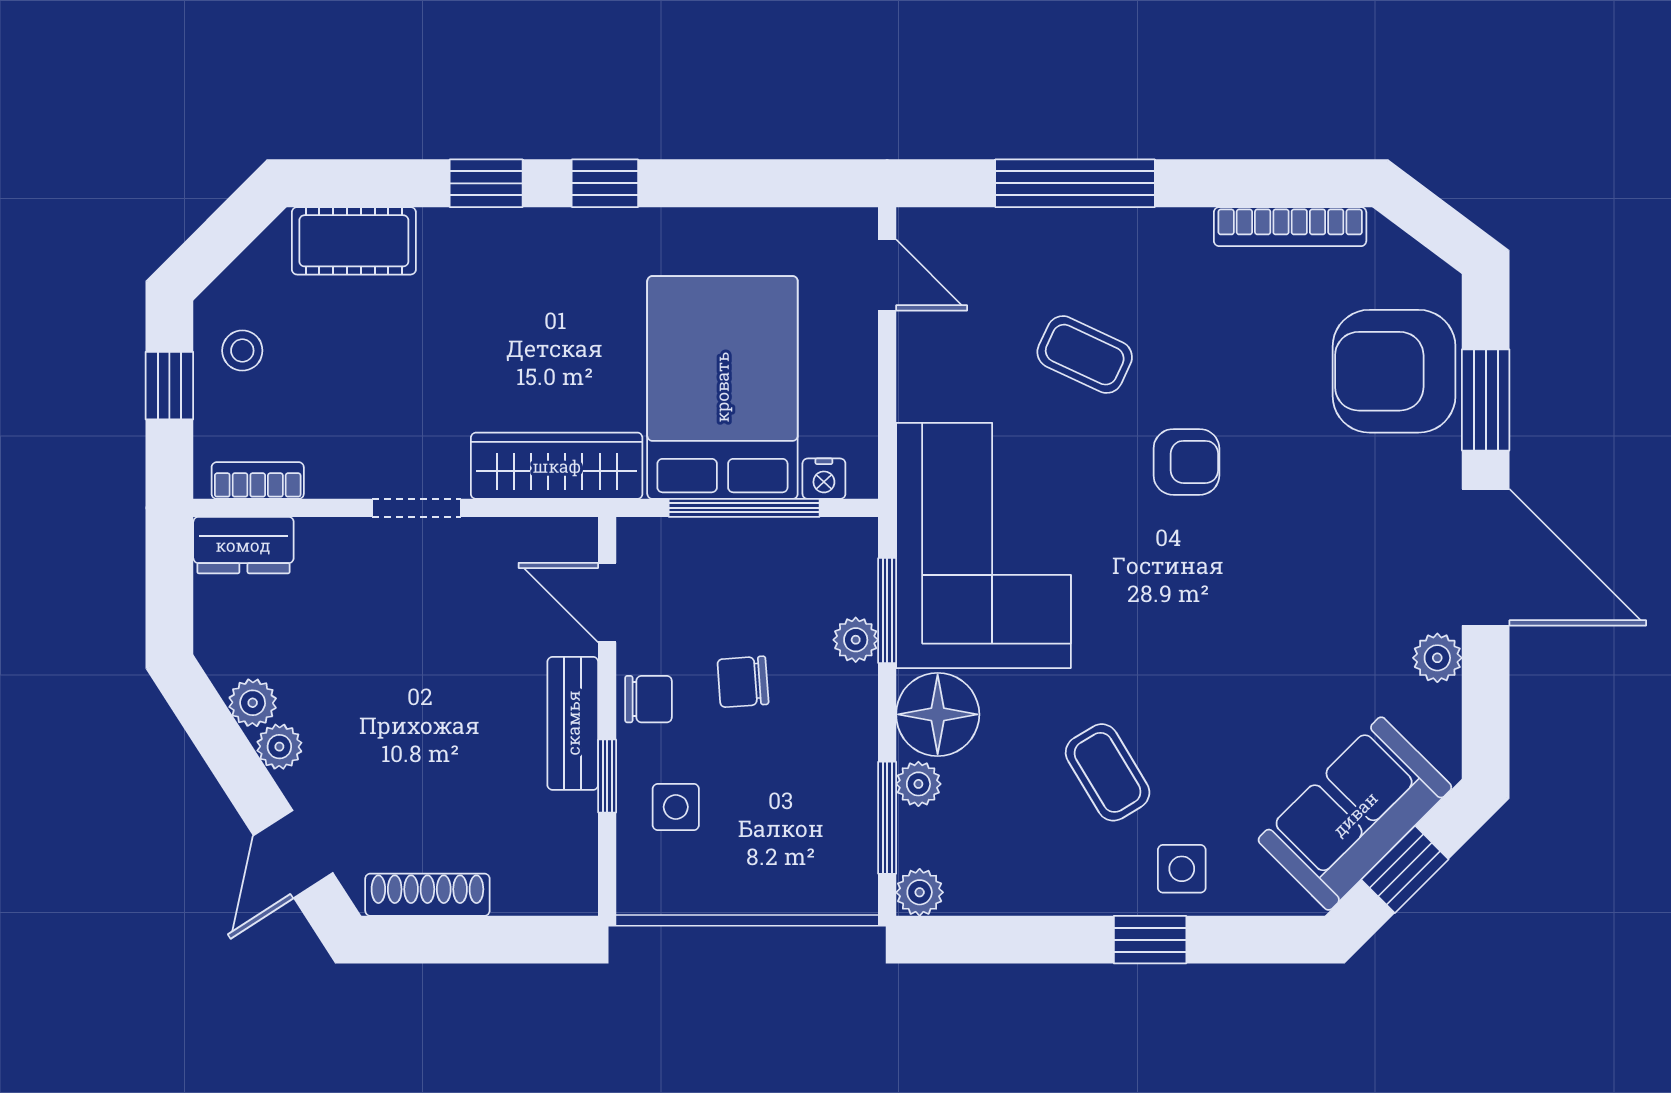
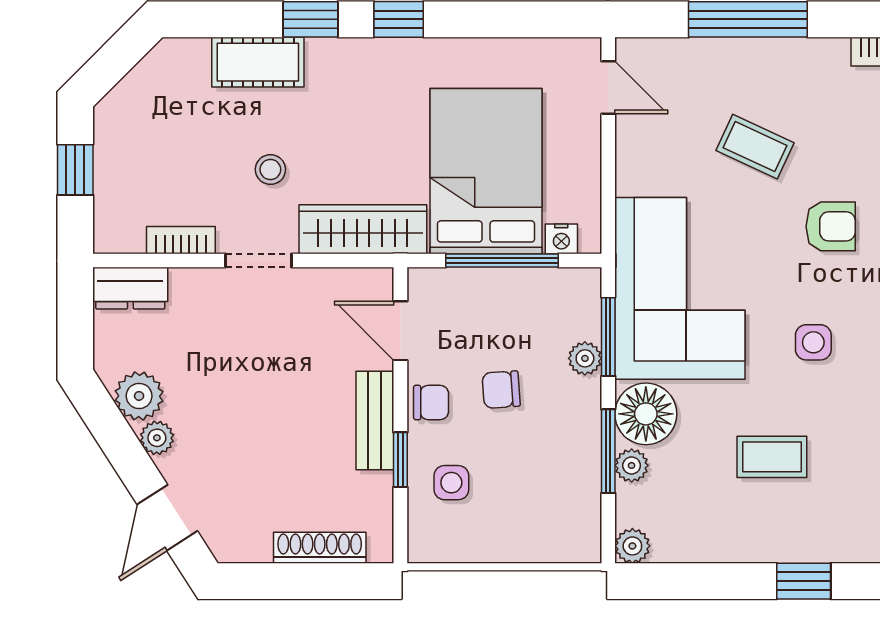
cot: (354, 241) -> (258, 62), moved
stool: (242, 351) -> (270, 169), moved
bookcase: (258, 481) -> (181, 240), moved
plant: (253, 703) -> (139, 396), width x1.38, depth x1.38
coffee table: (1108, 772) -> (772, 457), turned -59
window: (887, 818) -> (608, 451), moved
side table: (1182, 869) -> (813, 342), moved
shoe rack: (427, 895) -> (320, 548), moved

